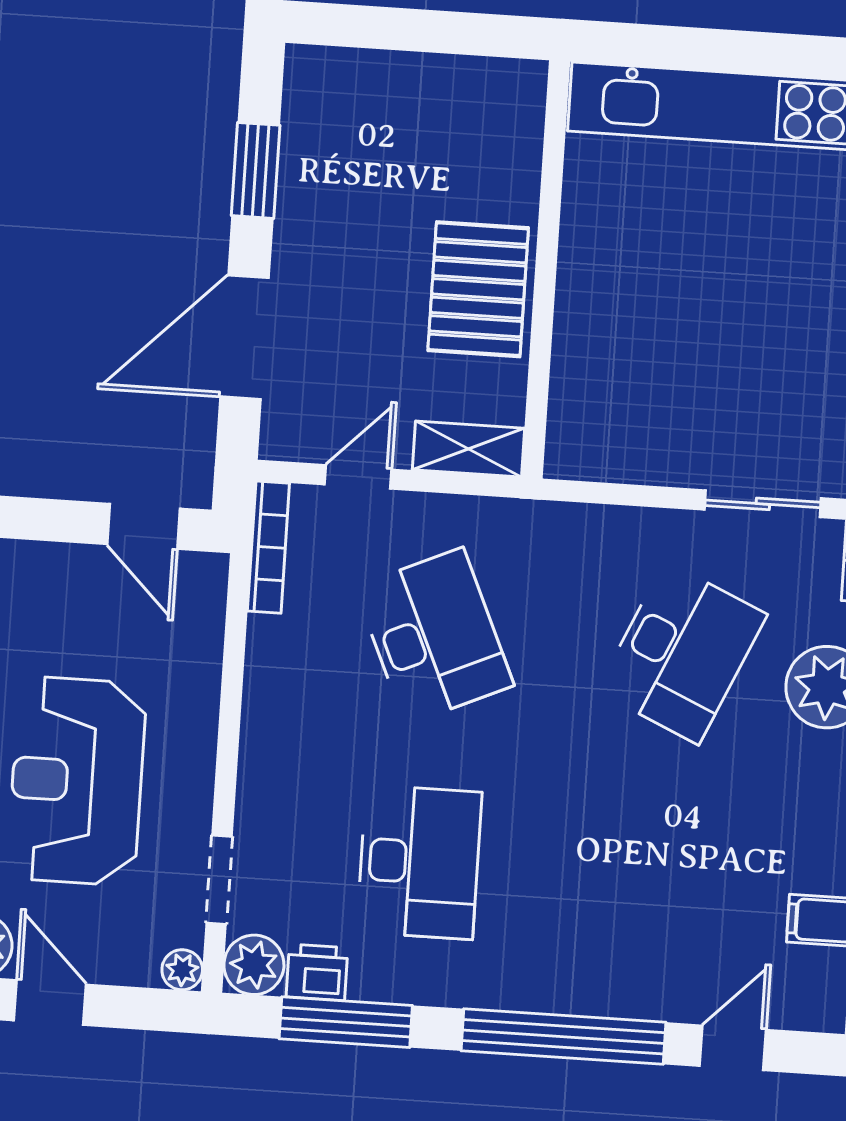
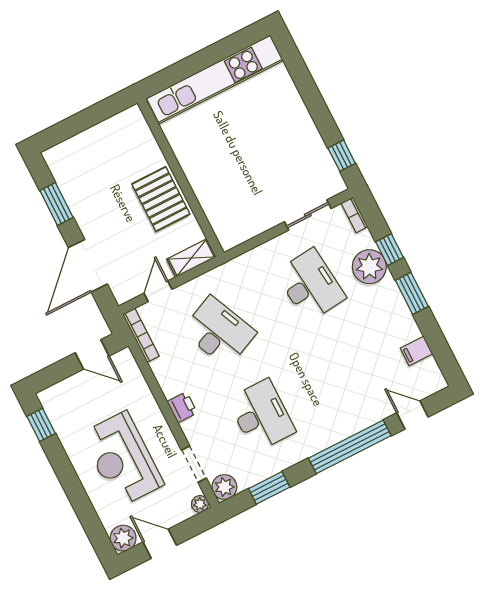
desk: (682, 653) -> (310, 285), turned -30
printer: (317, 972) -> (182, 407), moved, turned 90
window: (346, 1022) -> (269, 488), width x0.69
door: (733, 1048) -> (412, 415), hinge flipped

